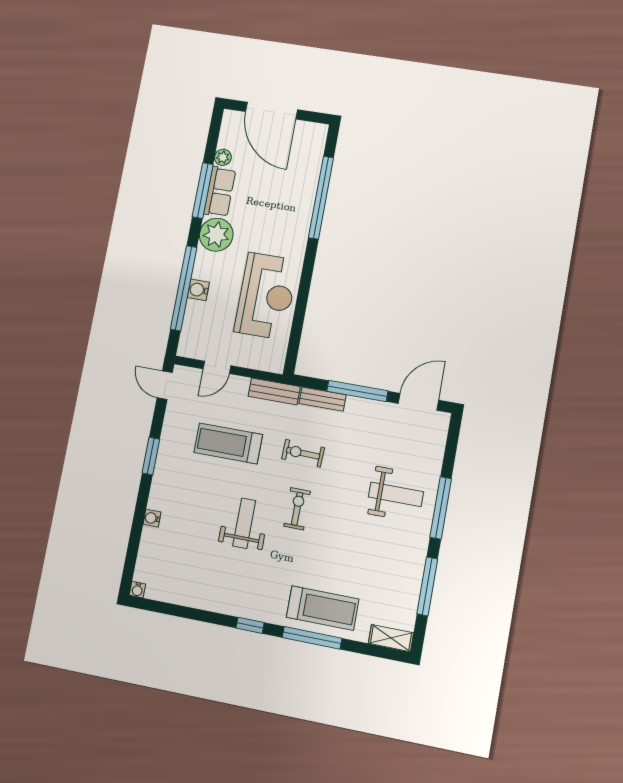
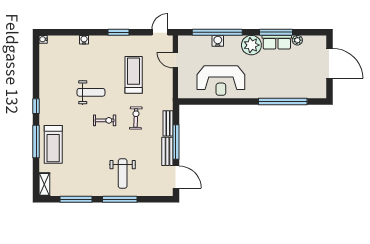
door: (271, 111) -> (329, 63), swing flipped
bench: (274, 391) -> (167, 151), moved

